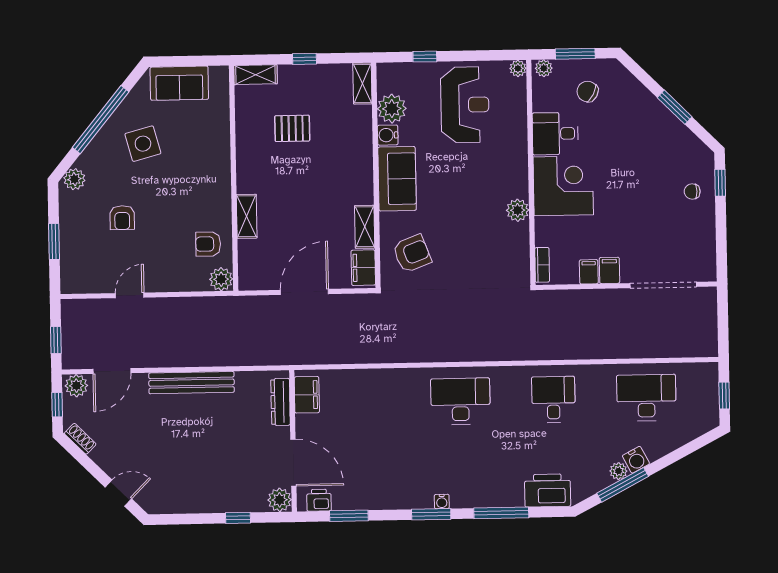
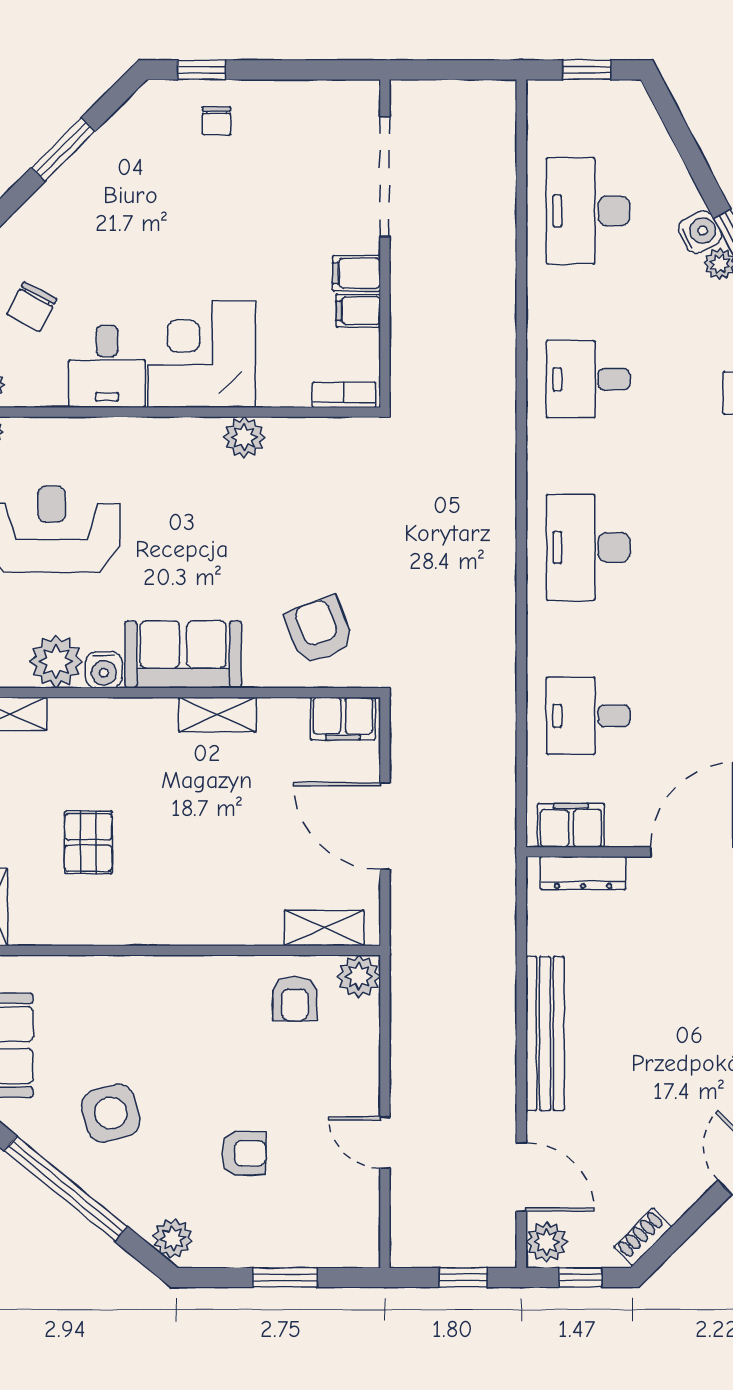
shelving: (247, 216) -> (324, 928), moved
shelving: (365, 227) -> (217, 715), moved
desk: (367, 403) -> (588, 716), added

